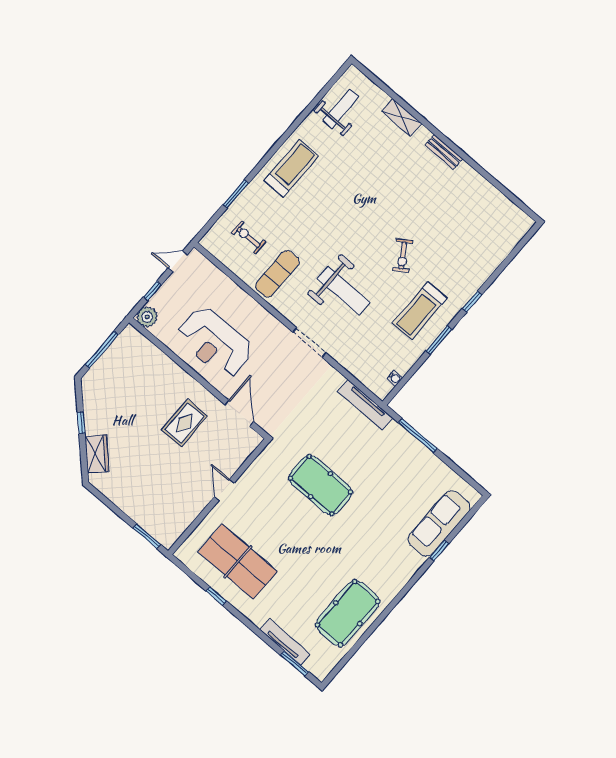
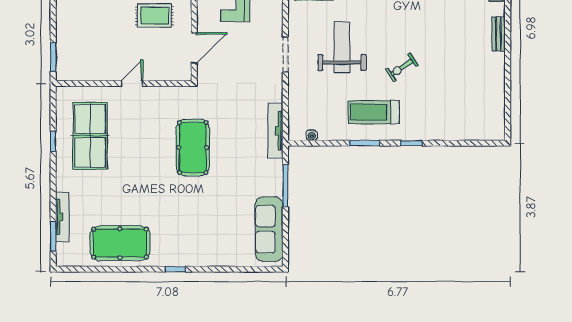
weight bench: (344, 291) -> (342, 47), turned 180
sofa: (439, 523) -> (269, 229), moved, turned -90
window: (439, 550) -> (175, 269), moved

